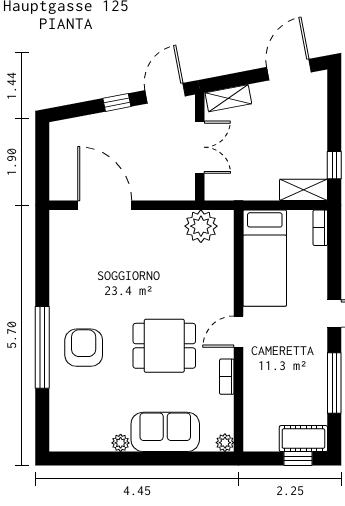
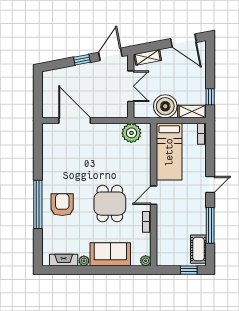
door: (289, 70) -> (183, 40), swing flipped
boiler: (258, 181) -> (165, 106), added
dining table: (164, 346) -> (110, 204), turned 90
cot: (303, 439) -> (198, 249), moved, turned 90
fireplace: (86, 441) -> (64, 260), added

